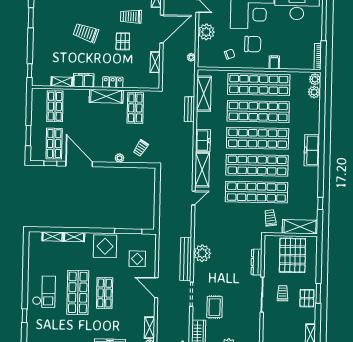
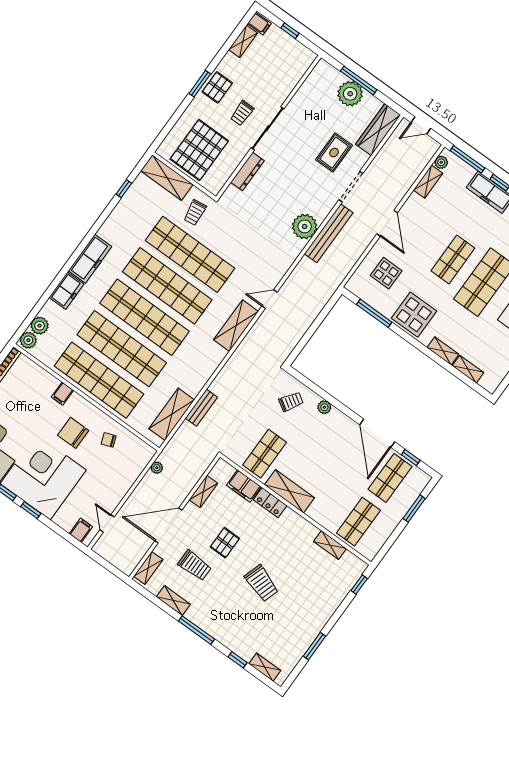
plant: (206, 32) -> (118, 485), removed
filing cabinet: (84, 80) -> (244, 486), moved
freezer: (203, 141) -> (67, 291), moved, turned 180

